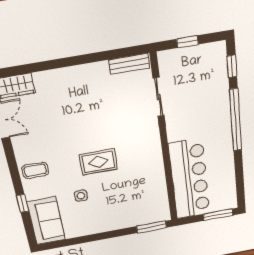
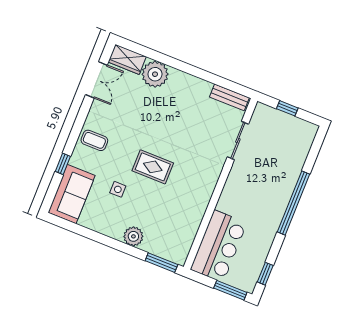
window: (232, 66) -> (265, 274), moved
plant: (49, 84) -> (155, 74), added
bar counter: (189, 179) -> (219, 246), width x0.73
plant: (117, 222) -> (133, 236), added

